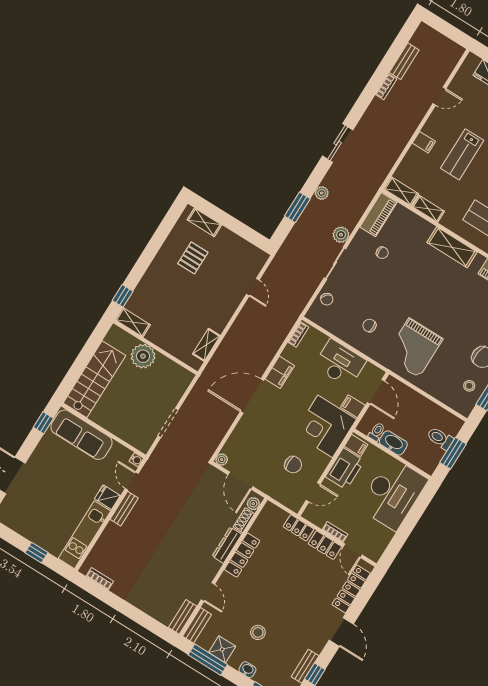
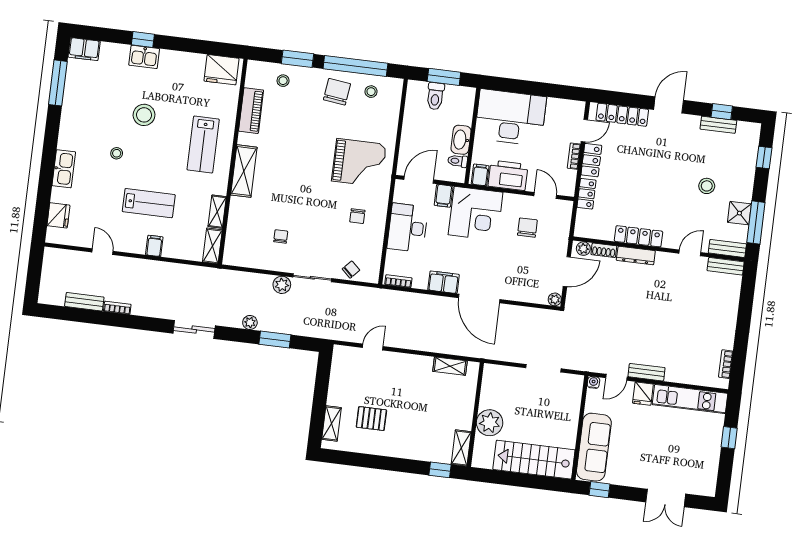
piano: (378, 215) -> (245, 257), removed
washbasin: (247, 670) -> (748, 179), removed

